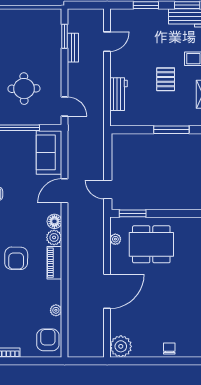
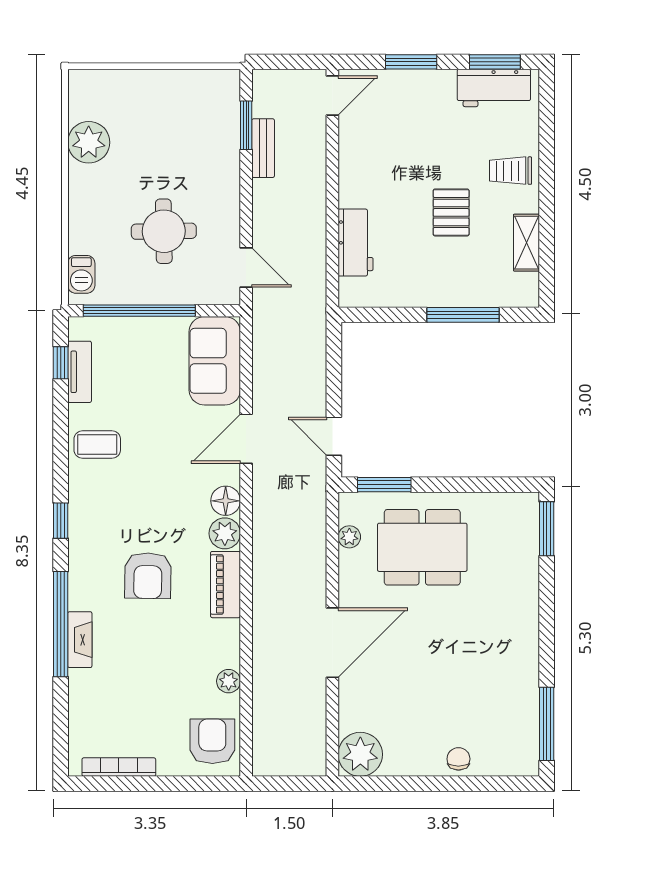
door: (107, 42) -> (332, 95), moved

